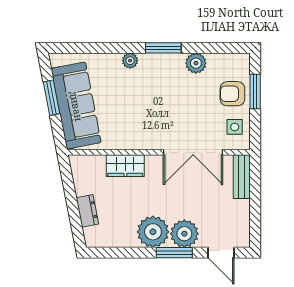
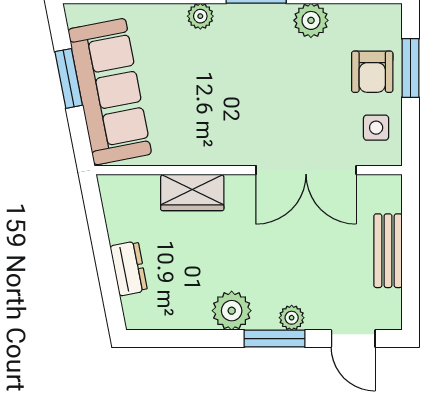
armchair: (232, 94) -> (372, 72), turned -90
bench: (242, 177) -> (388, 251), moved
plant: (153, 232) -> (232, 311), width x0.73, depth x0.73
plant: (184, 234) -> (292, 318), width x0.53, depth x0.53

